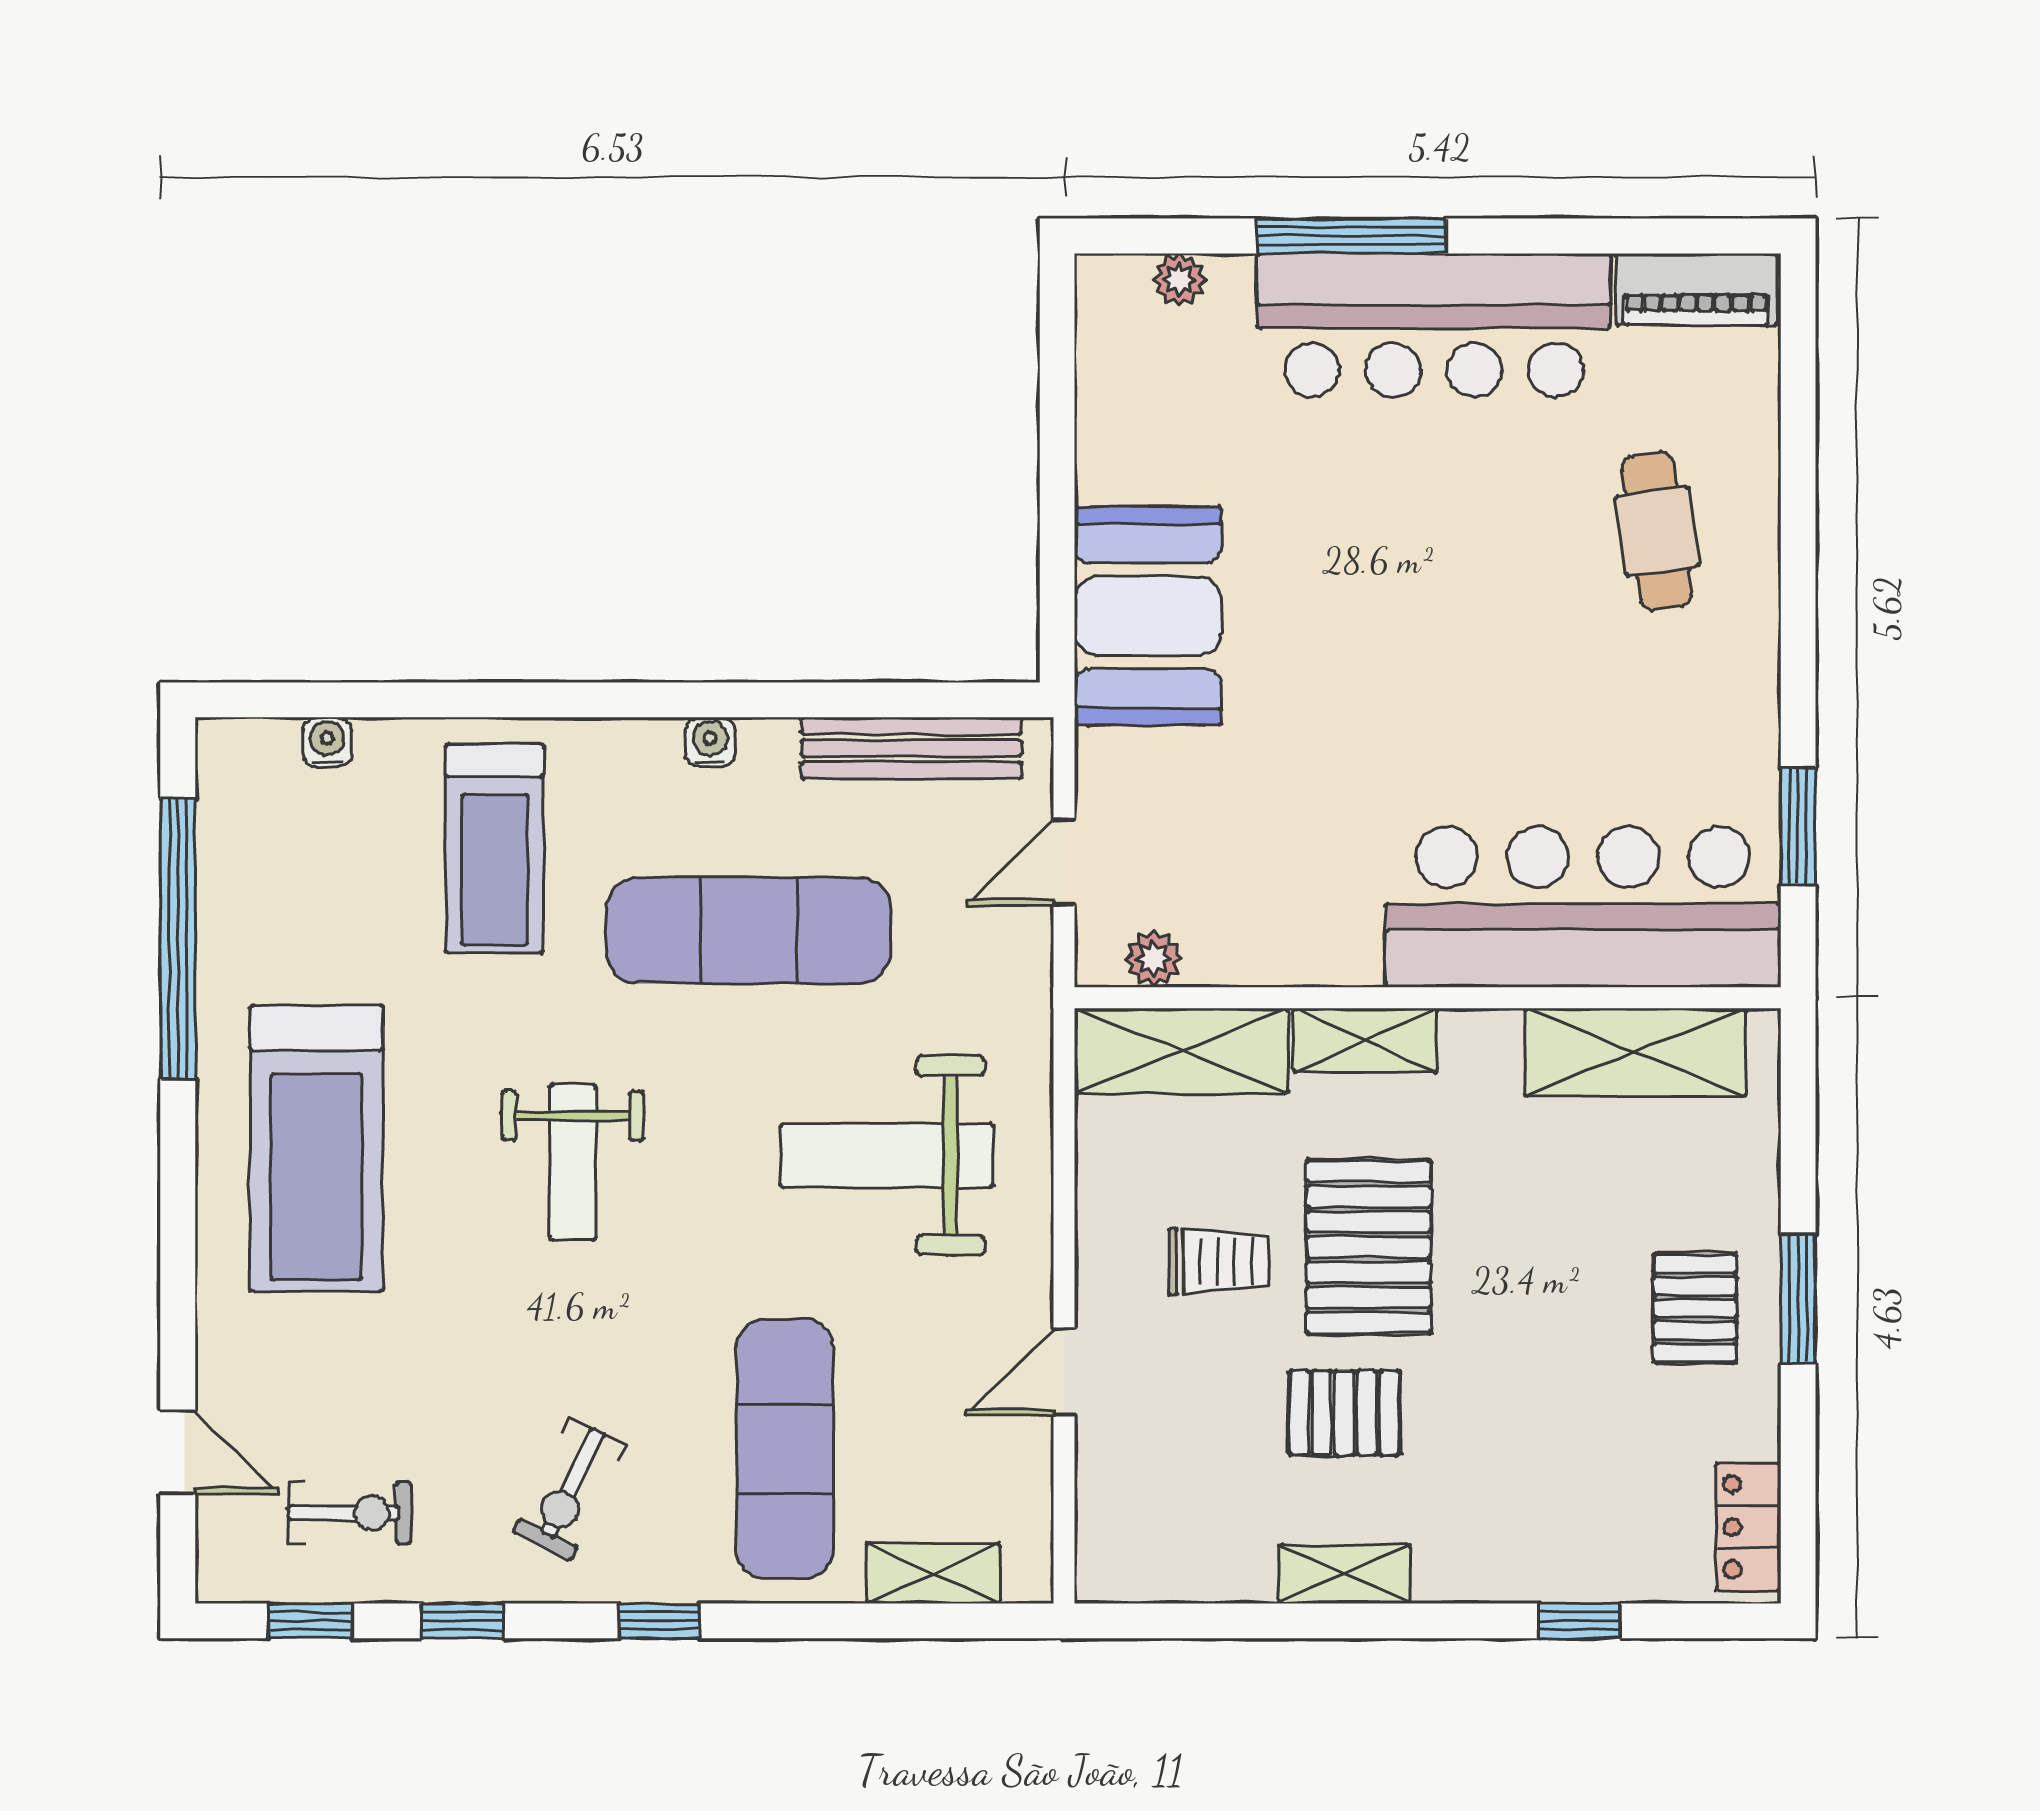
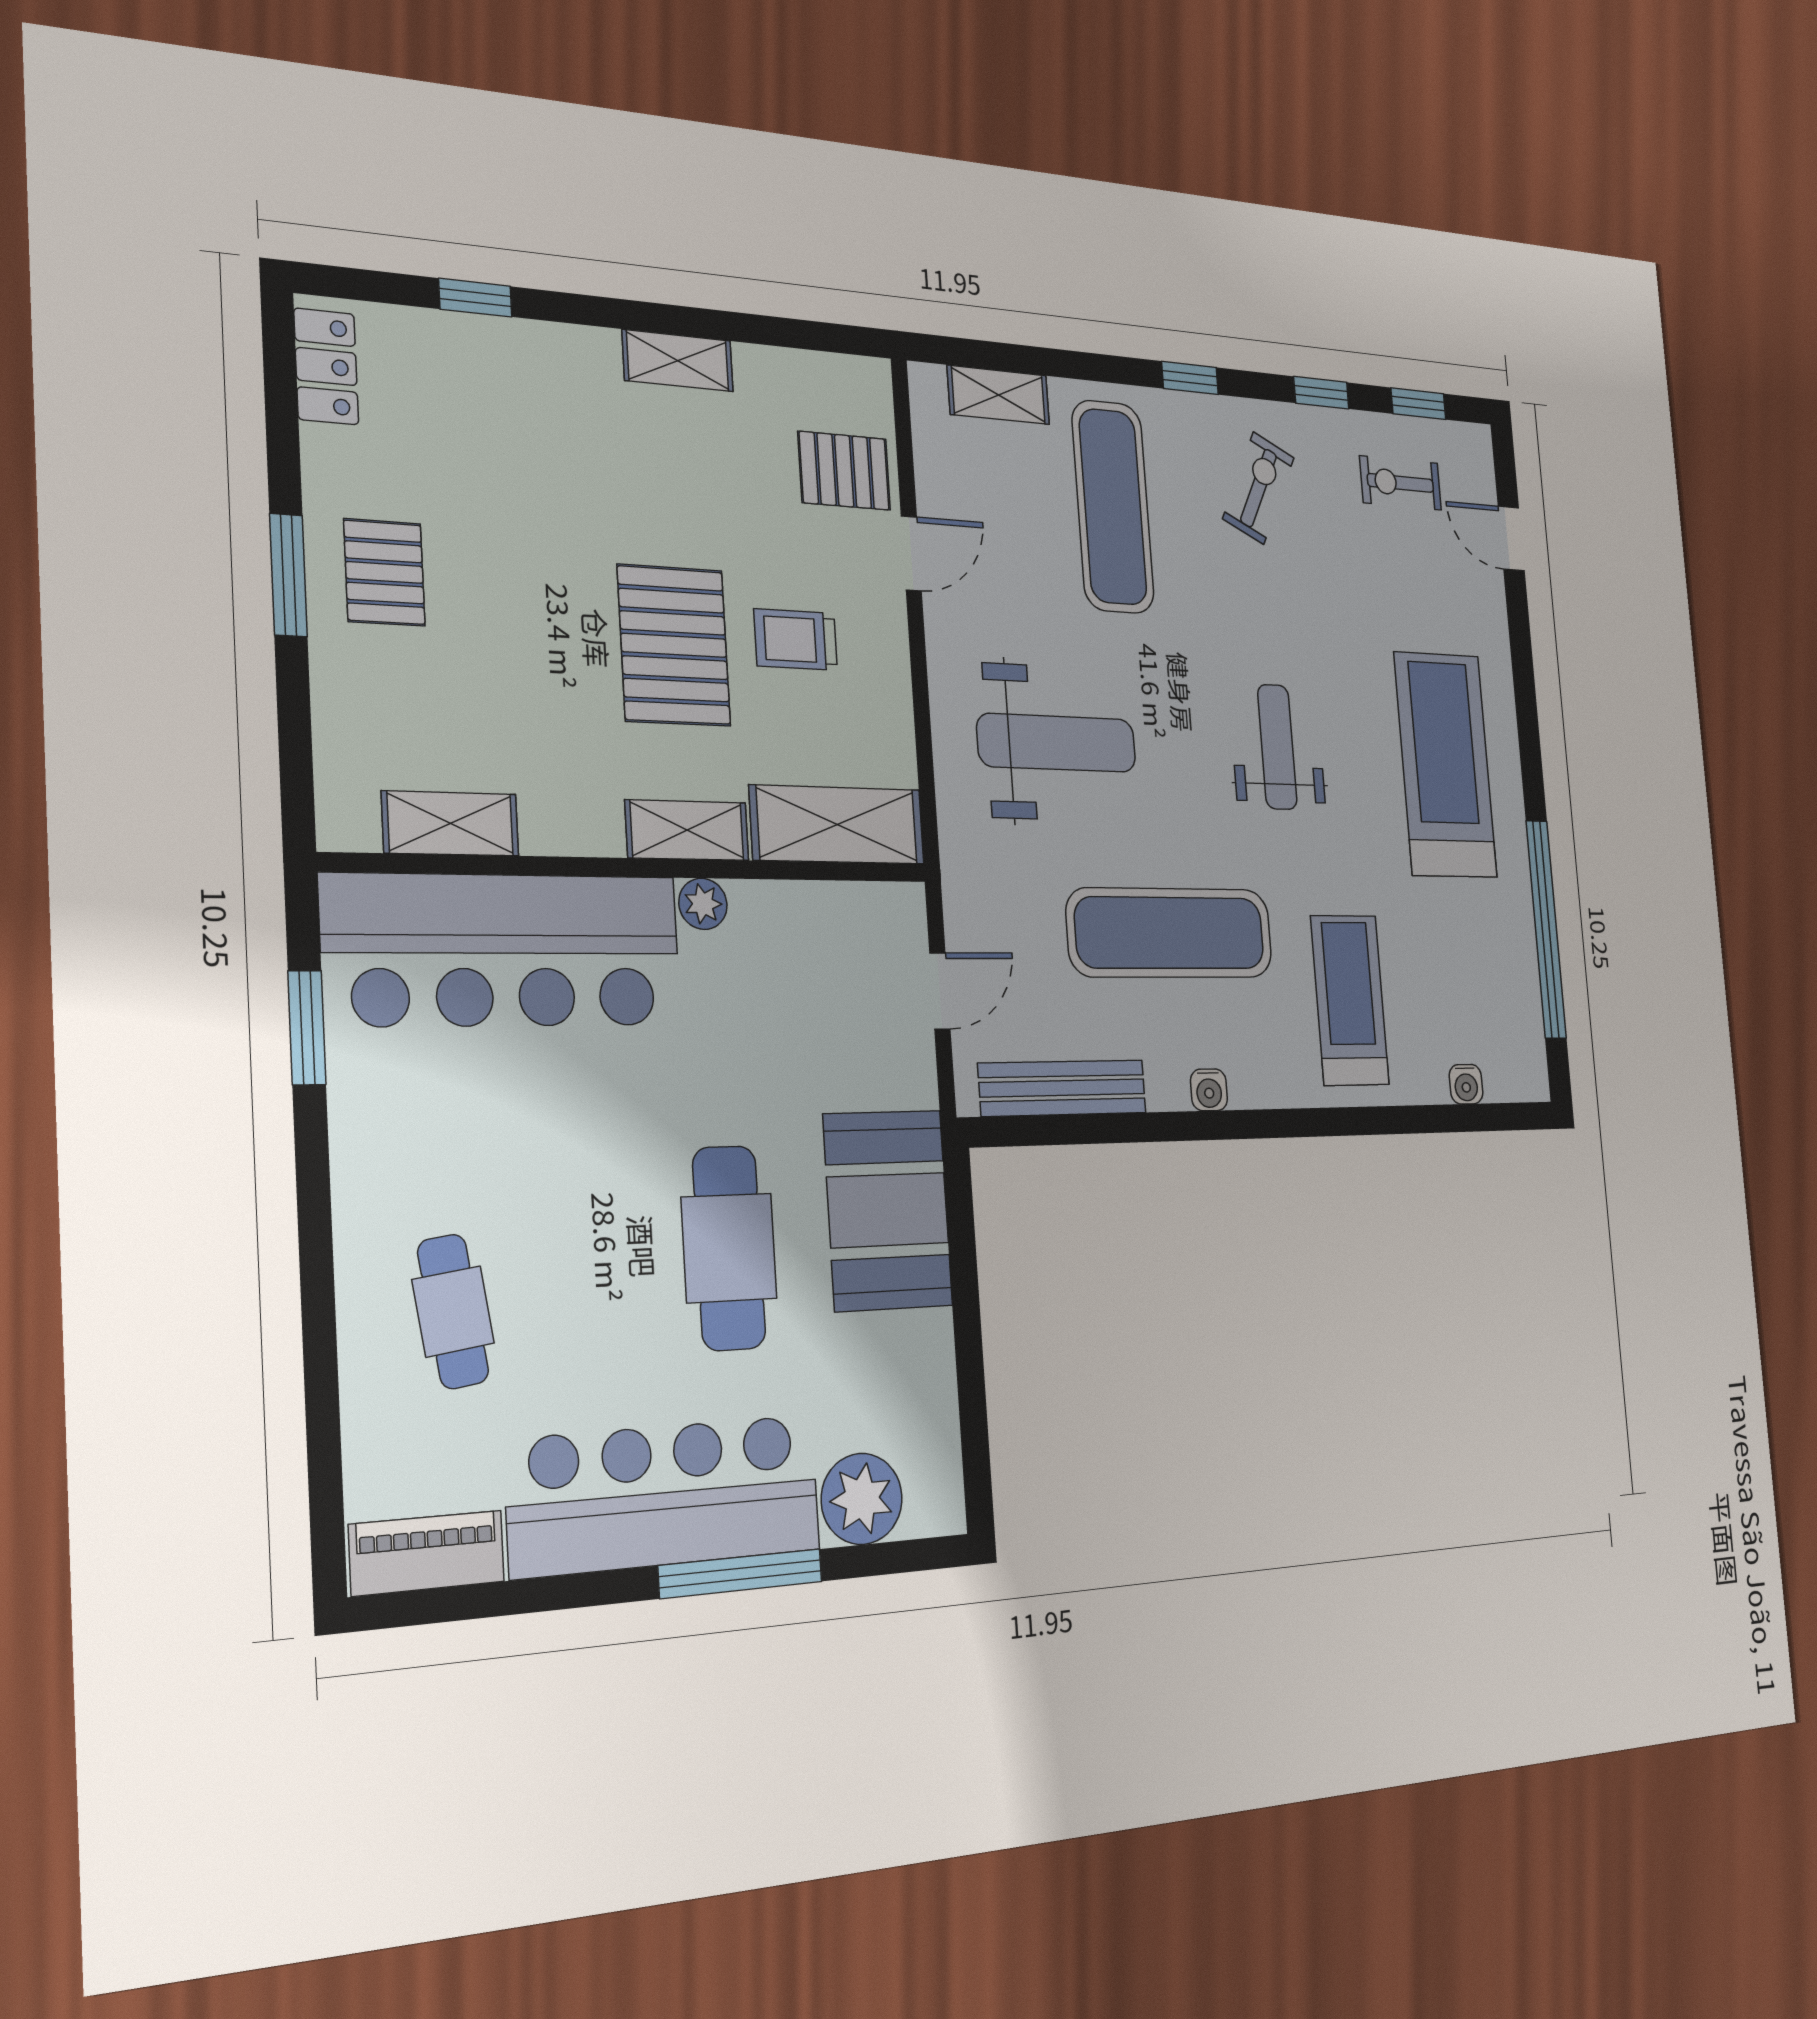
plant: (1179, 280) -> (862, 1499), width x1.87, depth x1.87
cafe table: (1343, 583) -> (729, 1248), added
plant: (1154, 959) -> (703, 904), moved
shelving: (1635, 1052) -> (450, 824), width x0.67, depth x0.75
pallet: (1344, 1413) -> (844, 471), moved

